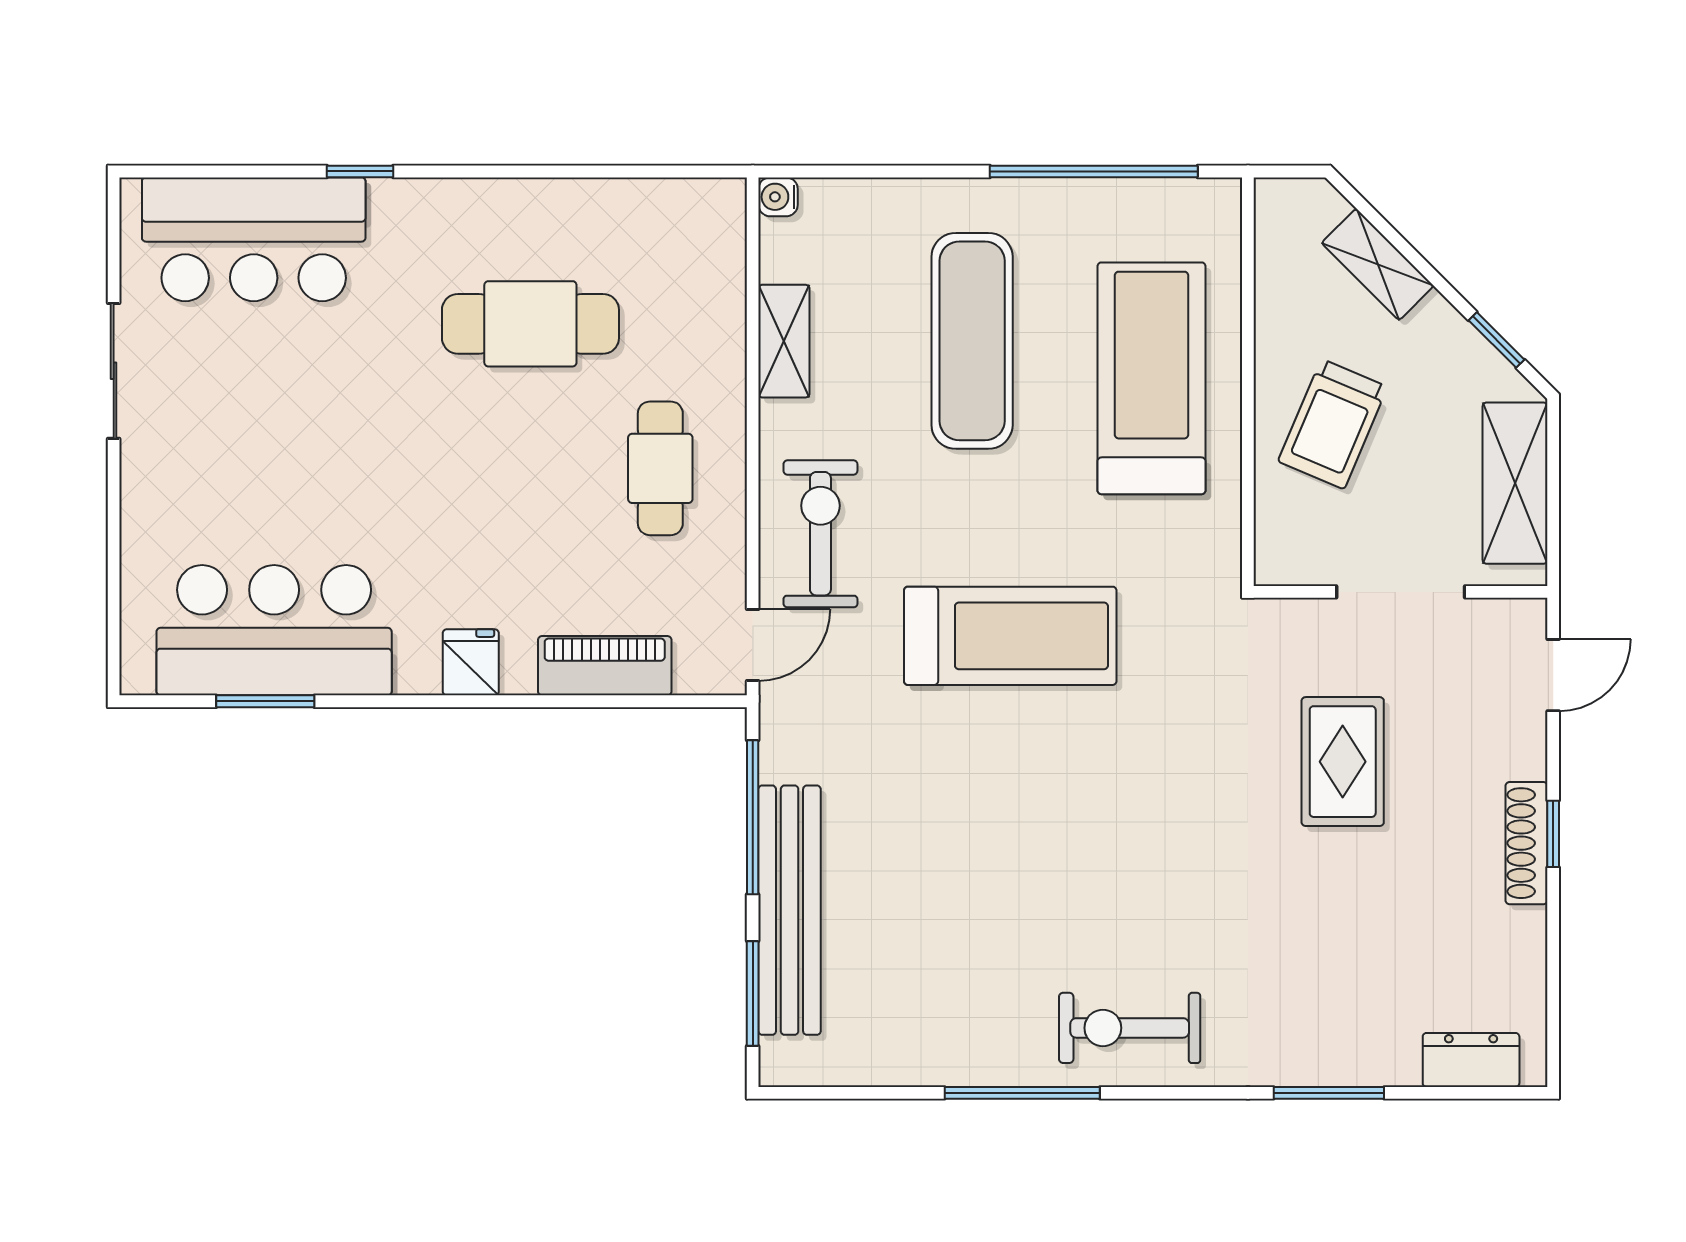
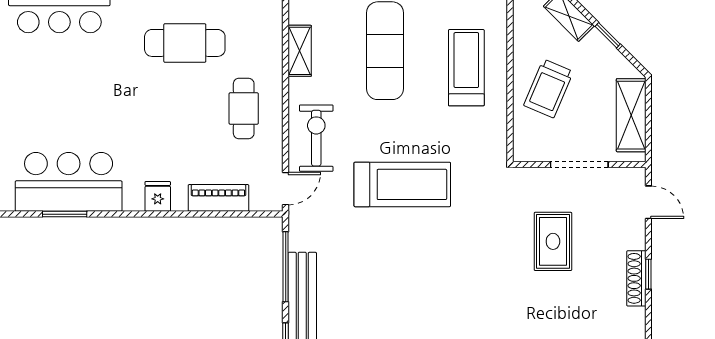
window: (1496, 340) -> (608, 35), moved
treadmill: (1151, 378) -> (466, 68), width x0.73, depth x0.73
door: (1553, 675) -> (648, 202), hinge flipped

